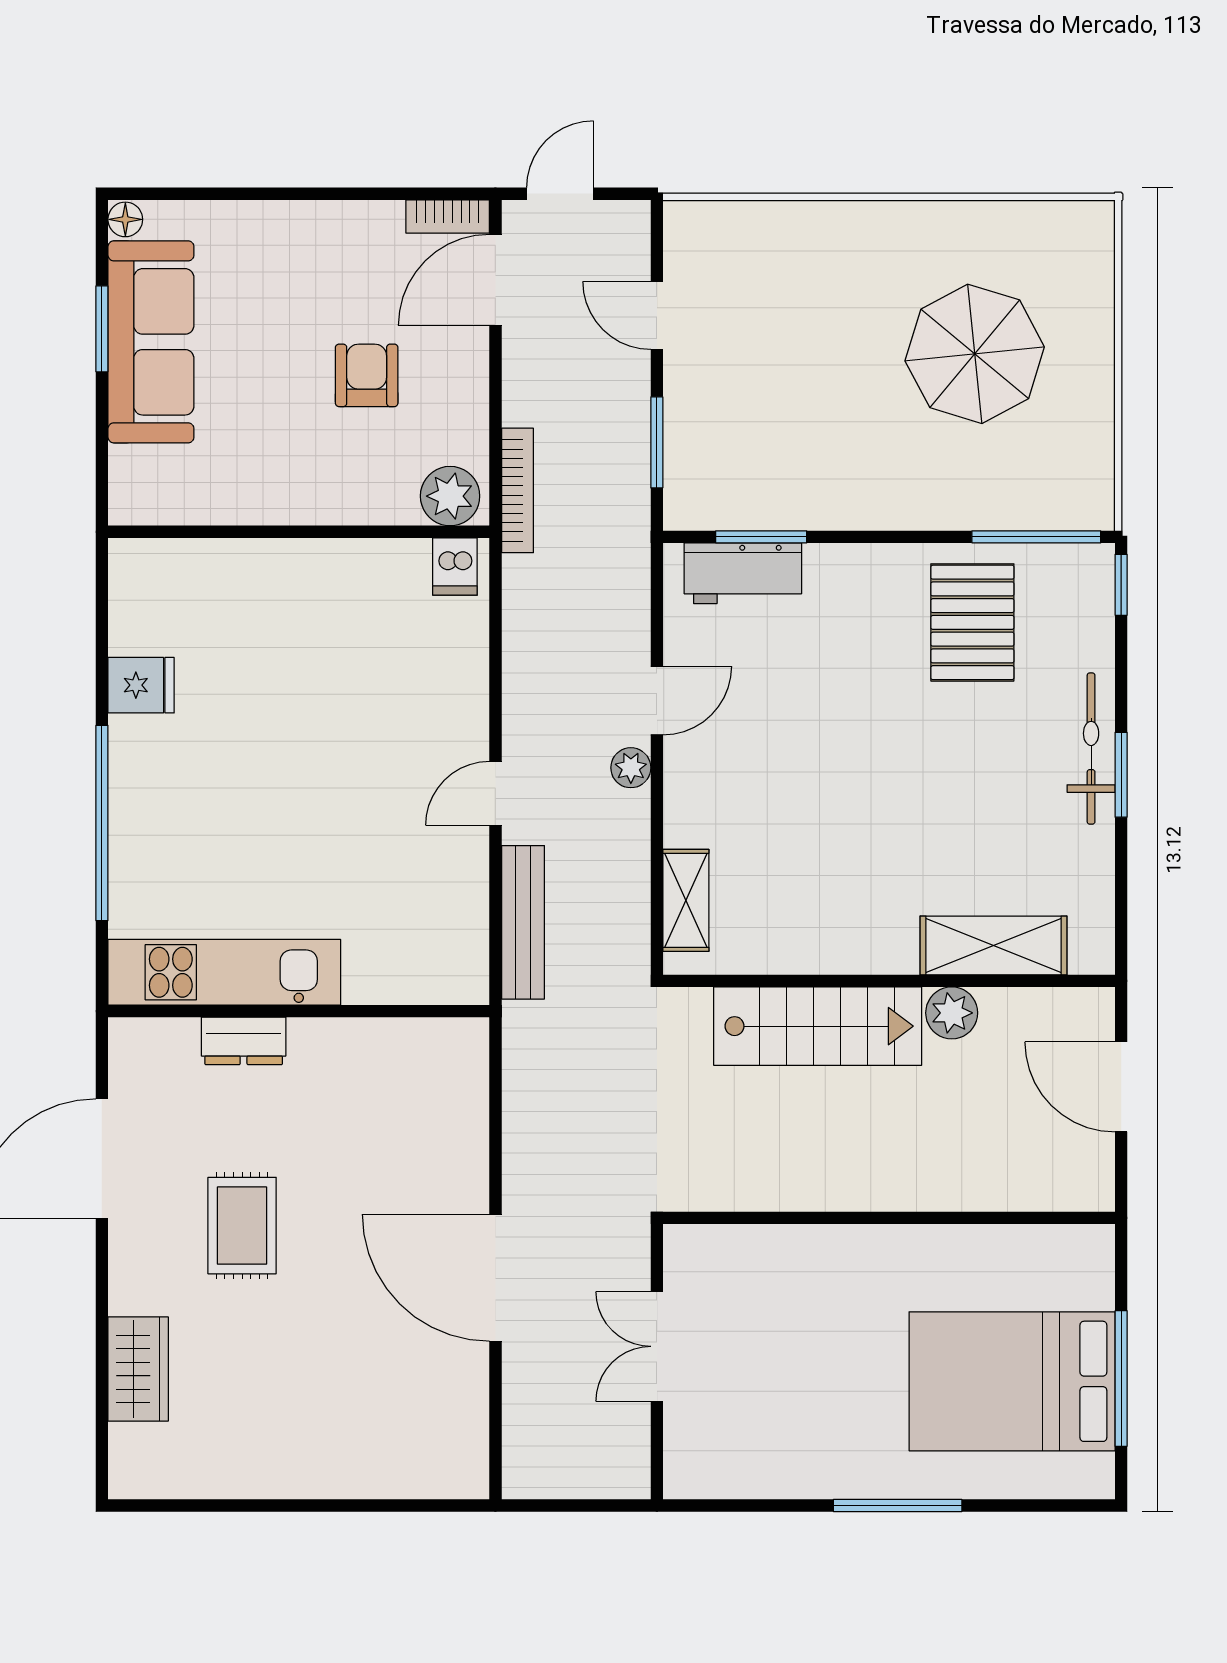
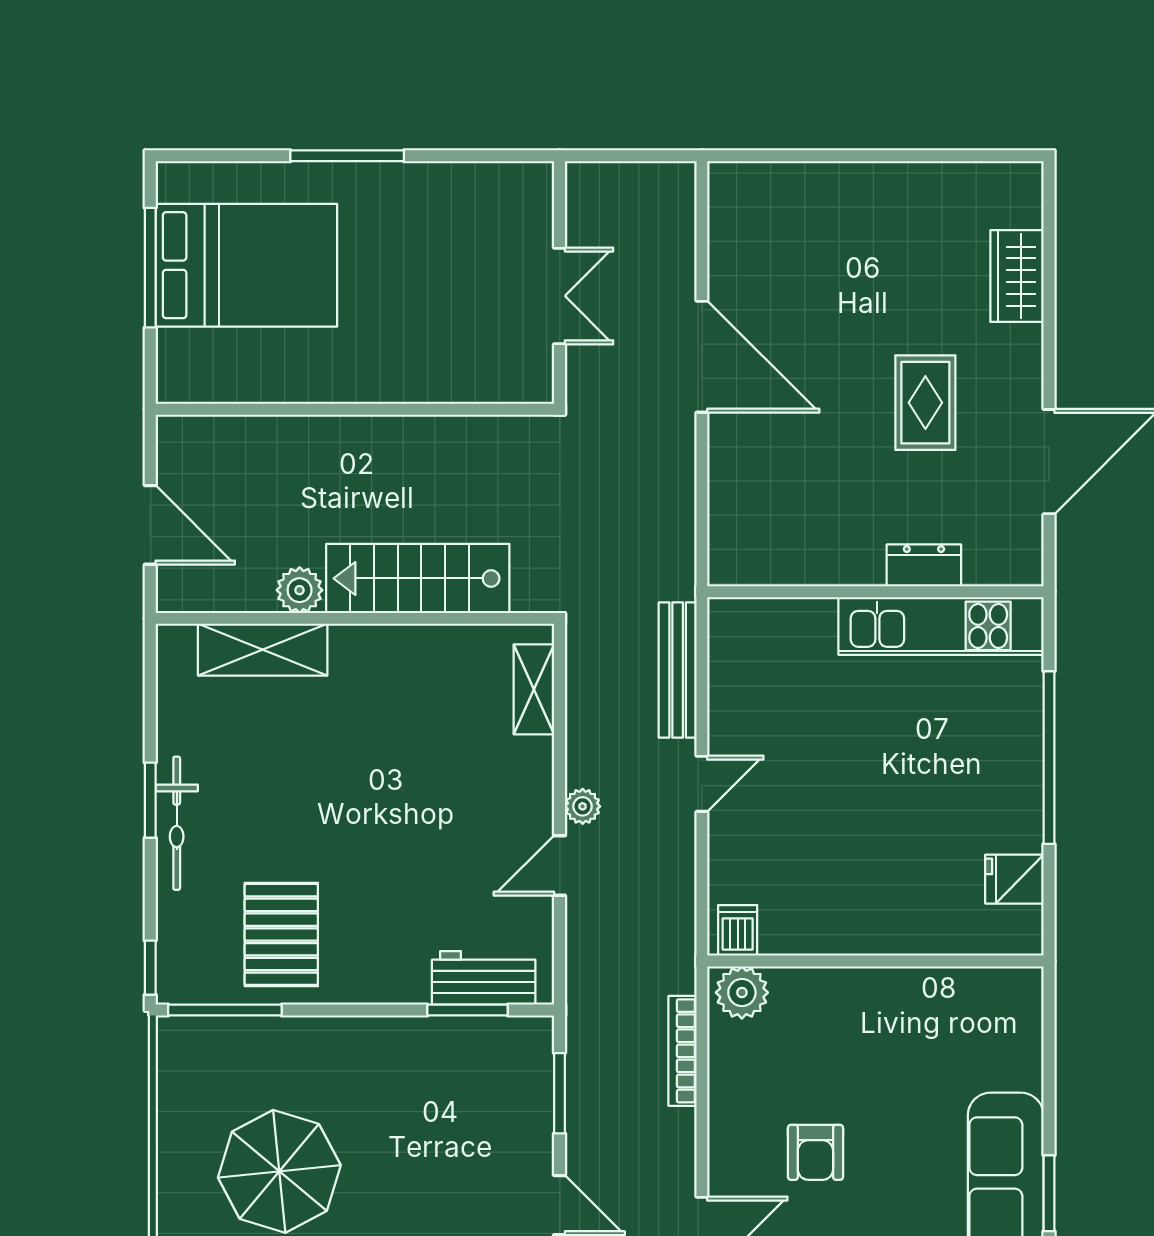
plant: (450, 496) -> (742, 993), moved
wall: (299, 532) -> (875, 961), moved
dishwasher: (455, 567) -> (738, 930), moved

